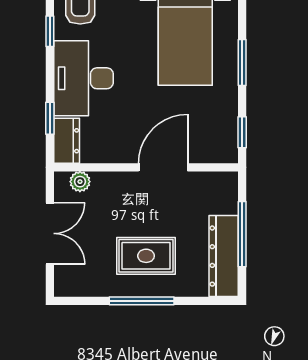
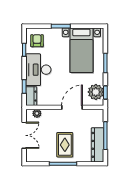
plant: (219, 131) -> (96, 92), added
rug: (146, 256) -> (65, 145), turned 90

